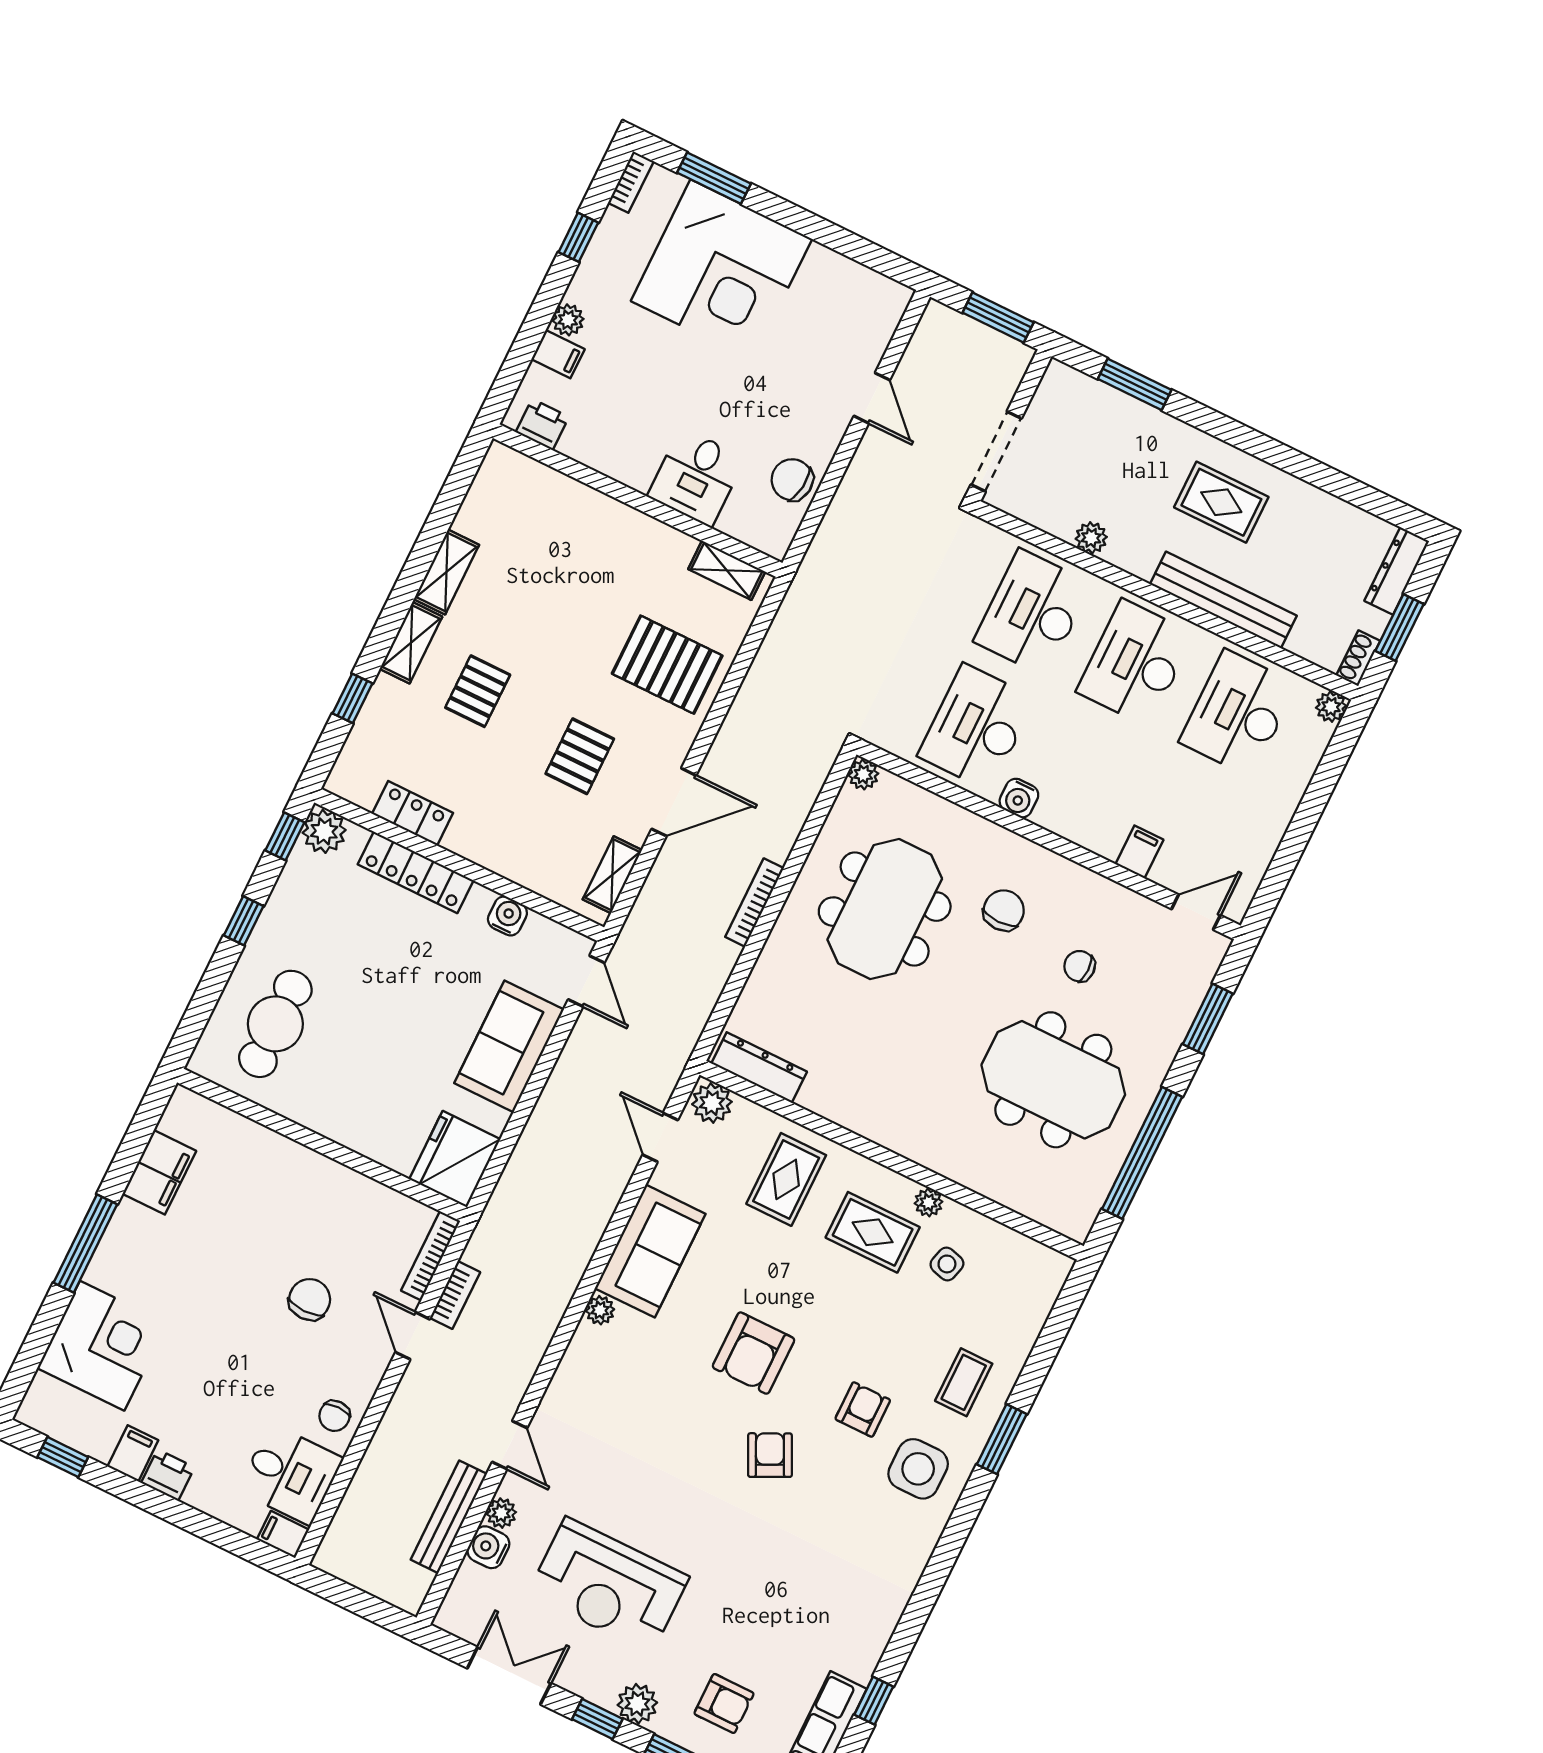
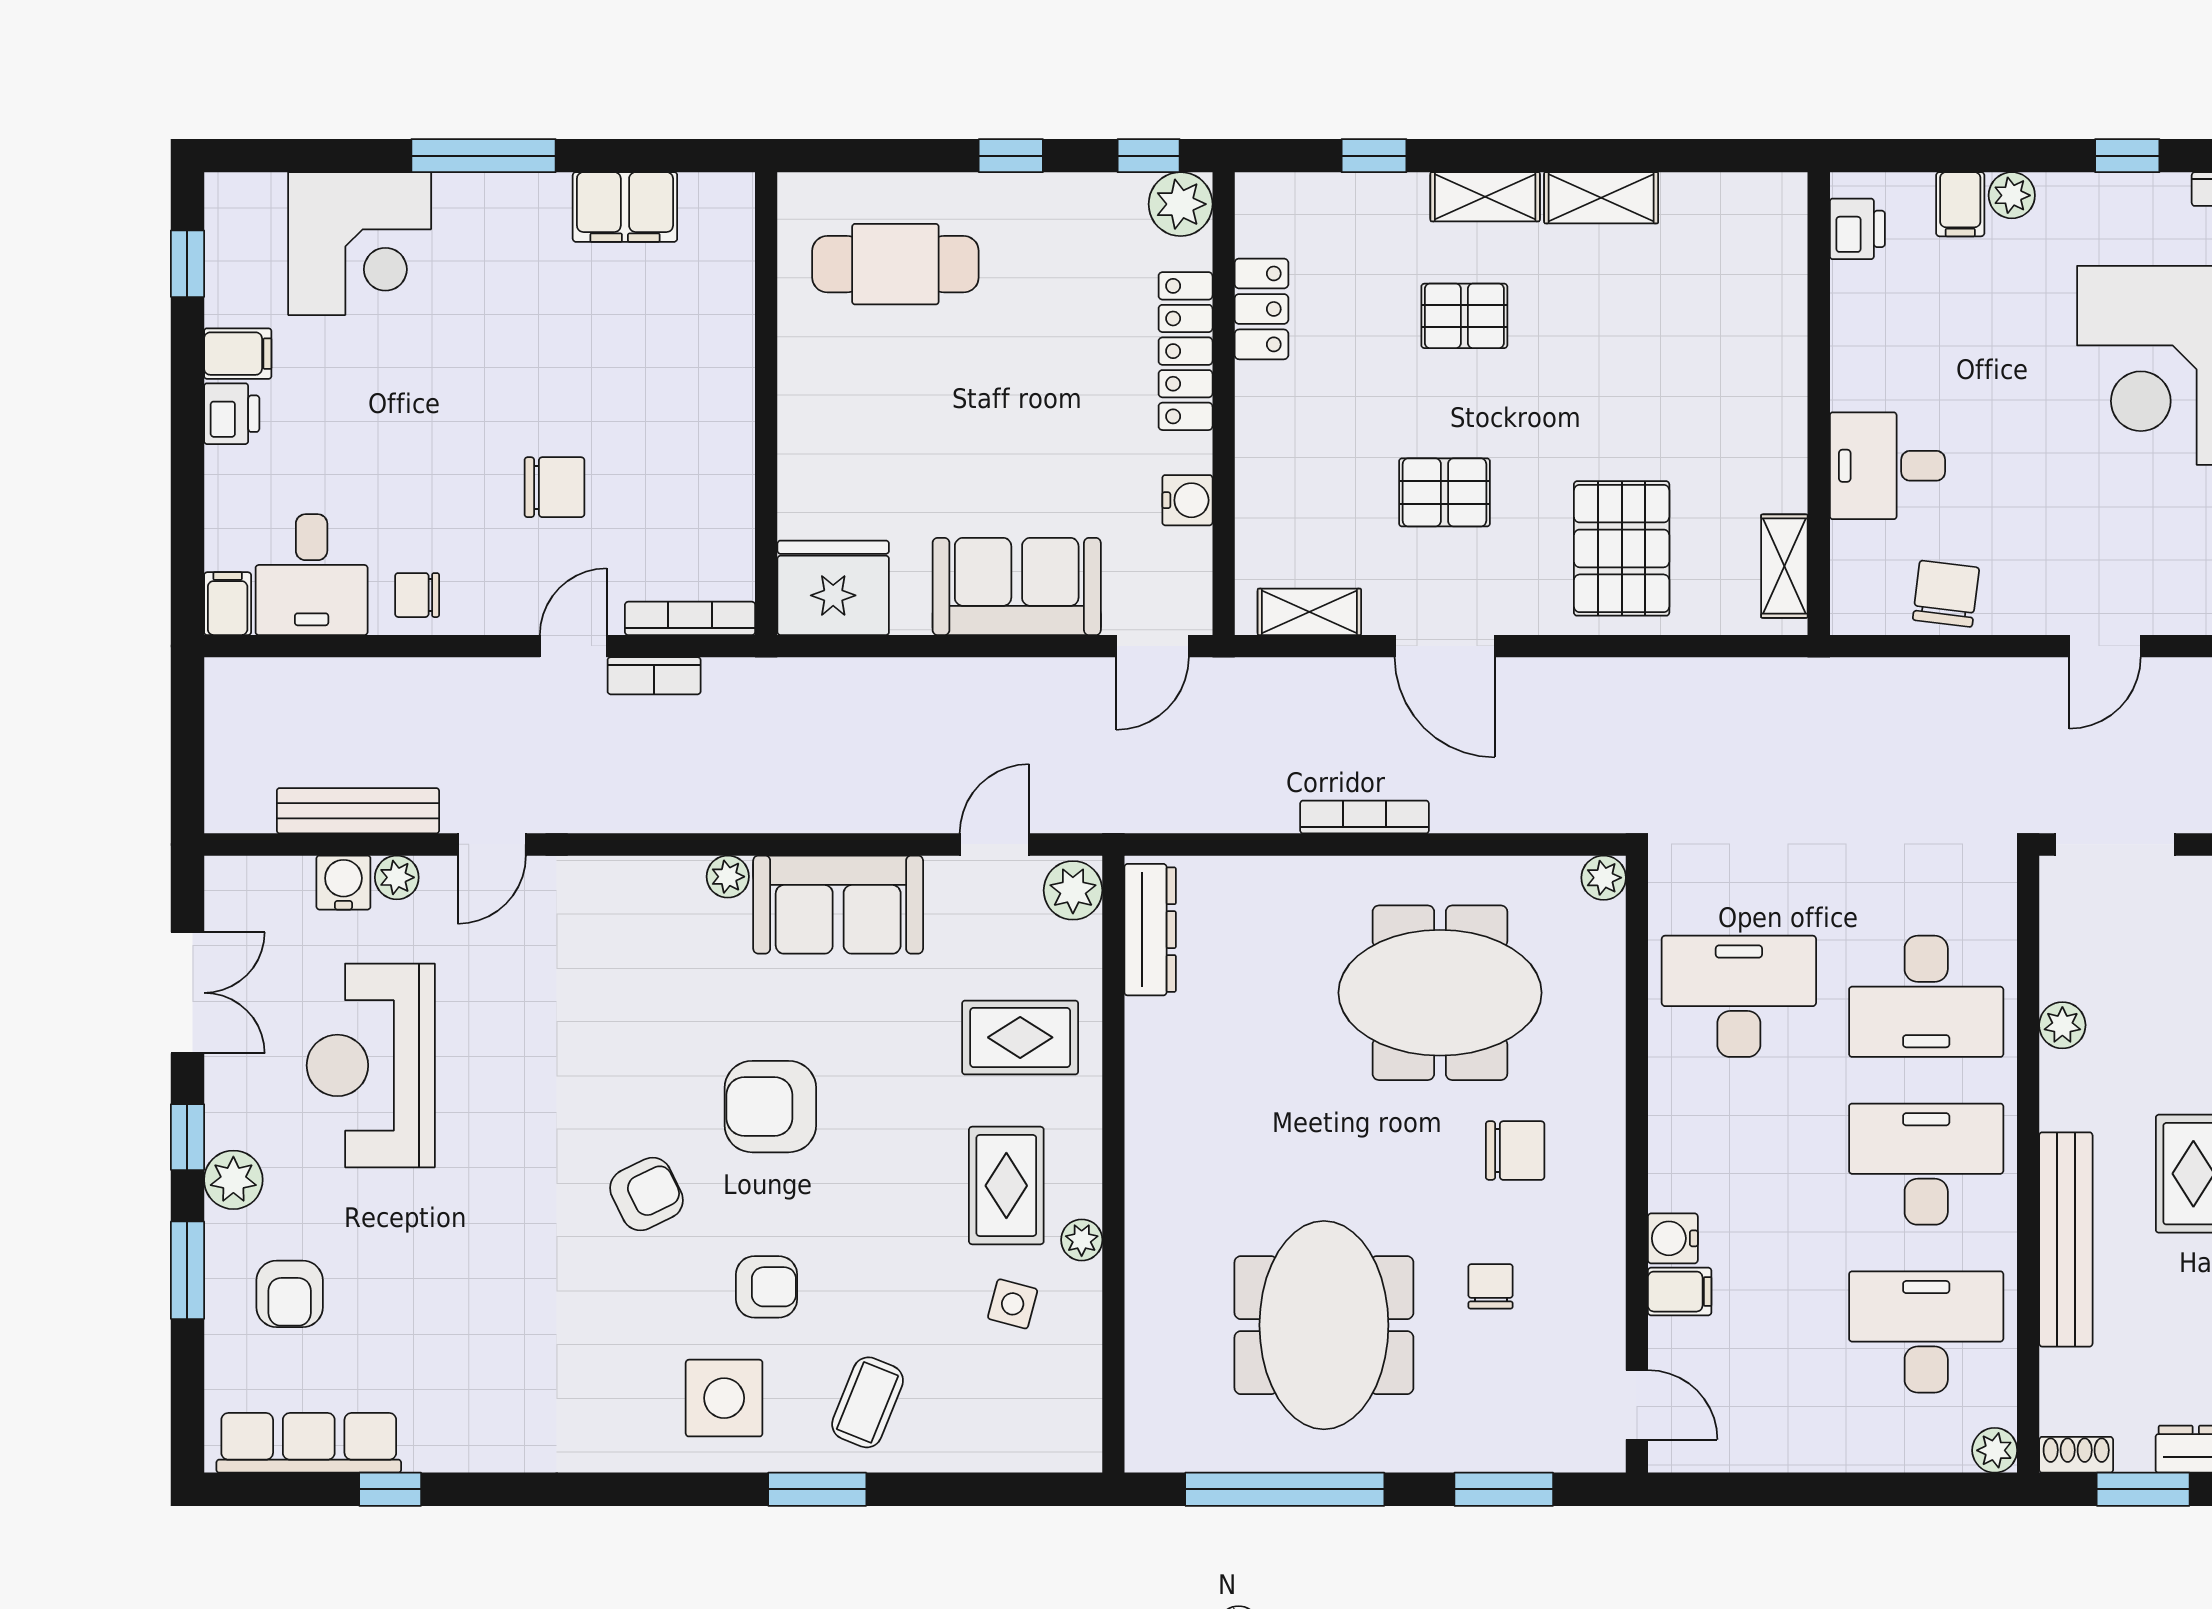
desk: (1033, 613) -> (1926, 996), turned 180
water cooler: (1019, 798) -> (1673, 1238), moved
coffee table: (964, 1382) -> (868, 1402), turned -68

